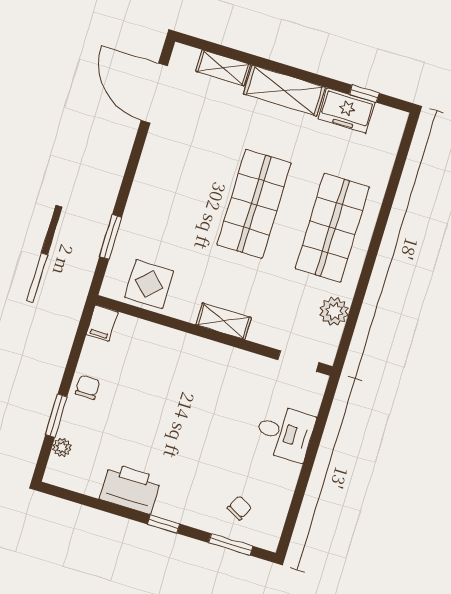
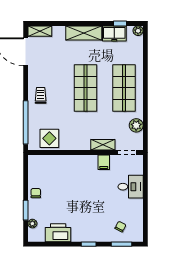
shelving: (223, 68) -> (40, 31), moved
plant: (397, 120) -> (138, 31), added
trolley: (158, 191) -> (41, 95), added
window: (111, 237) -> (26, 122), width x2.11
shelving: (223, 321) -> (103, 145), moved
filing cabinet: (102, 323) -> (104, 162), moved
printer: (130, 488) -> (58, 233), moved

